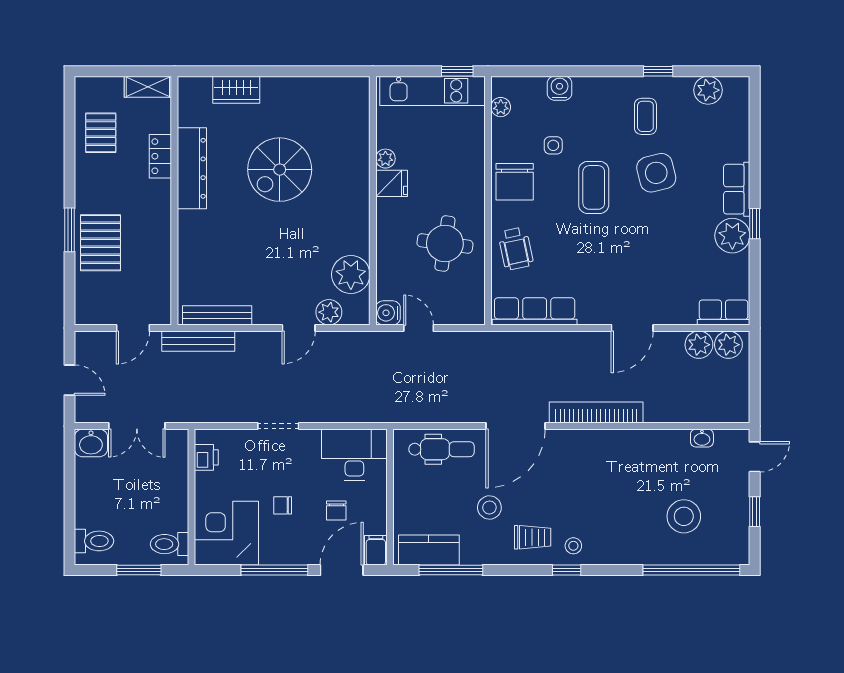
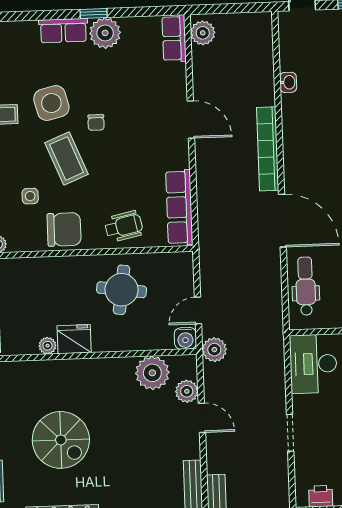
fridge: (392, 183) -> (74, 339), width x1.38
coffee table: (594, 187) -> (67, 158), turned 68
chair: (633, 222) -> (96, 123), added
plant: (699, 345) -> (214, 350), moved
washbasin: (702, 438) -> (288, 82), moved

